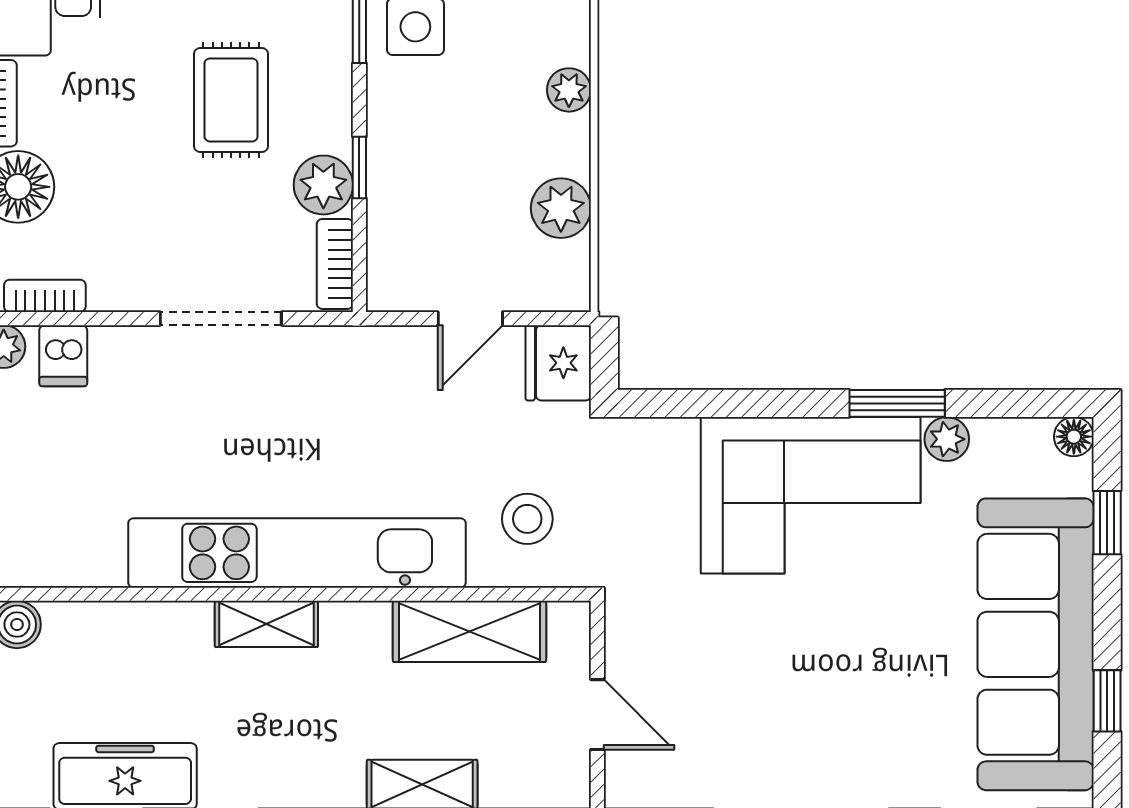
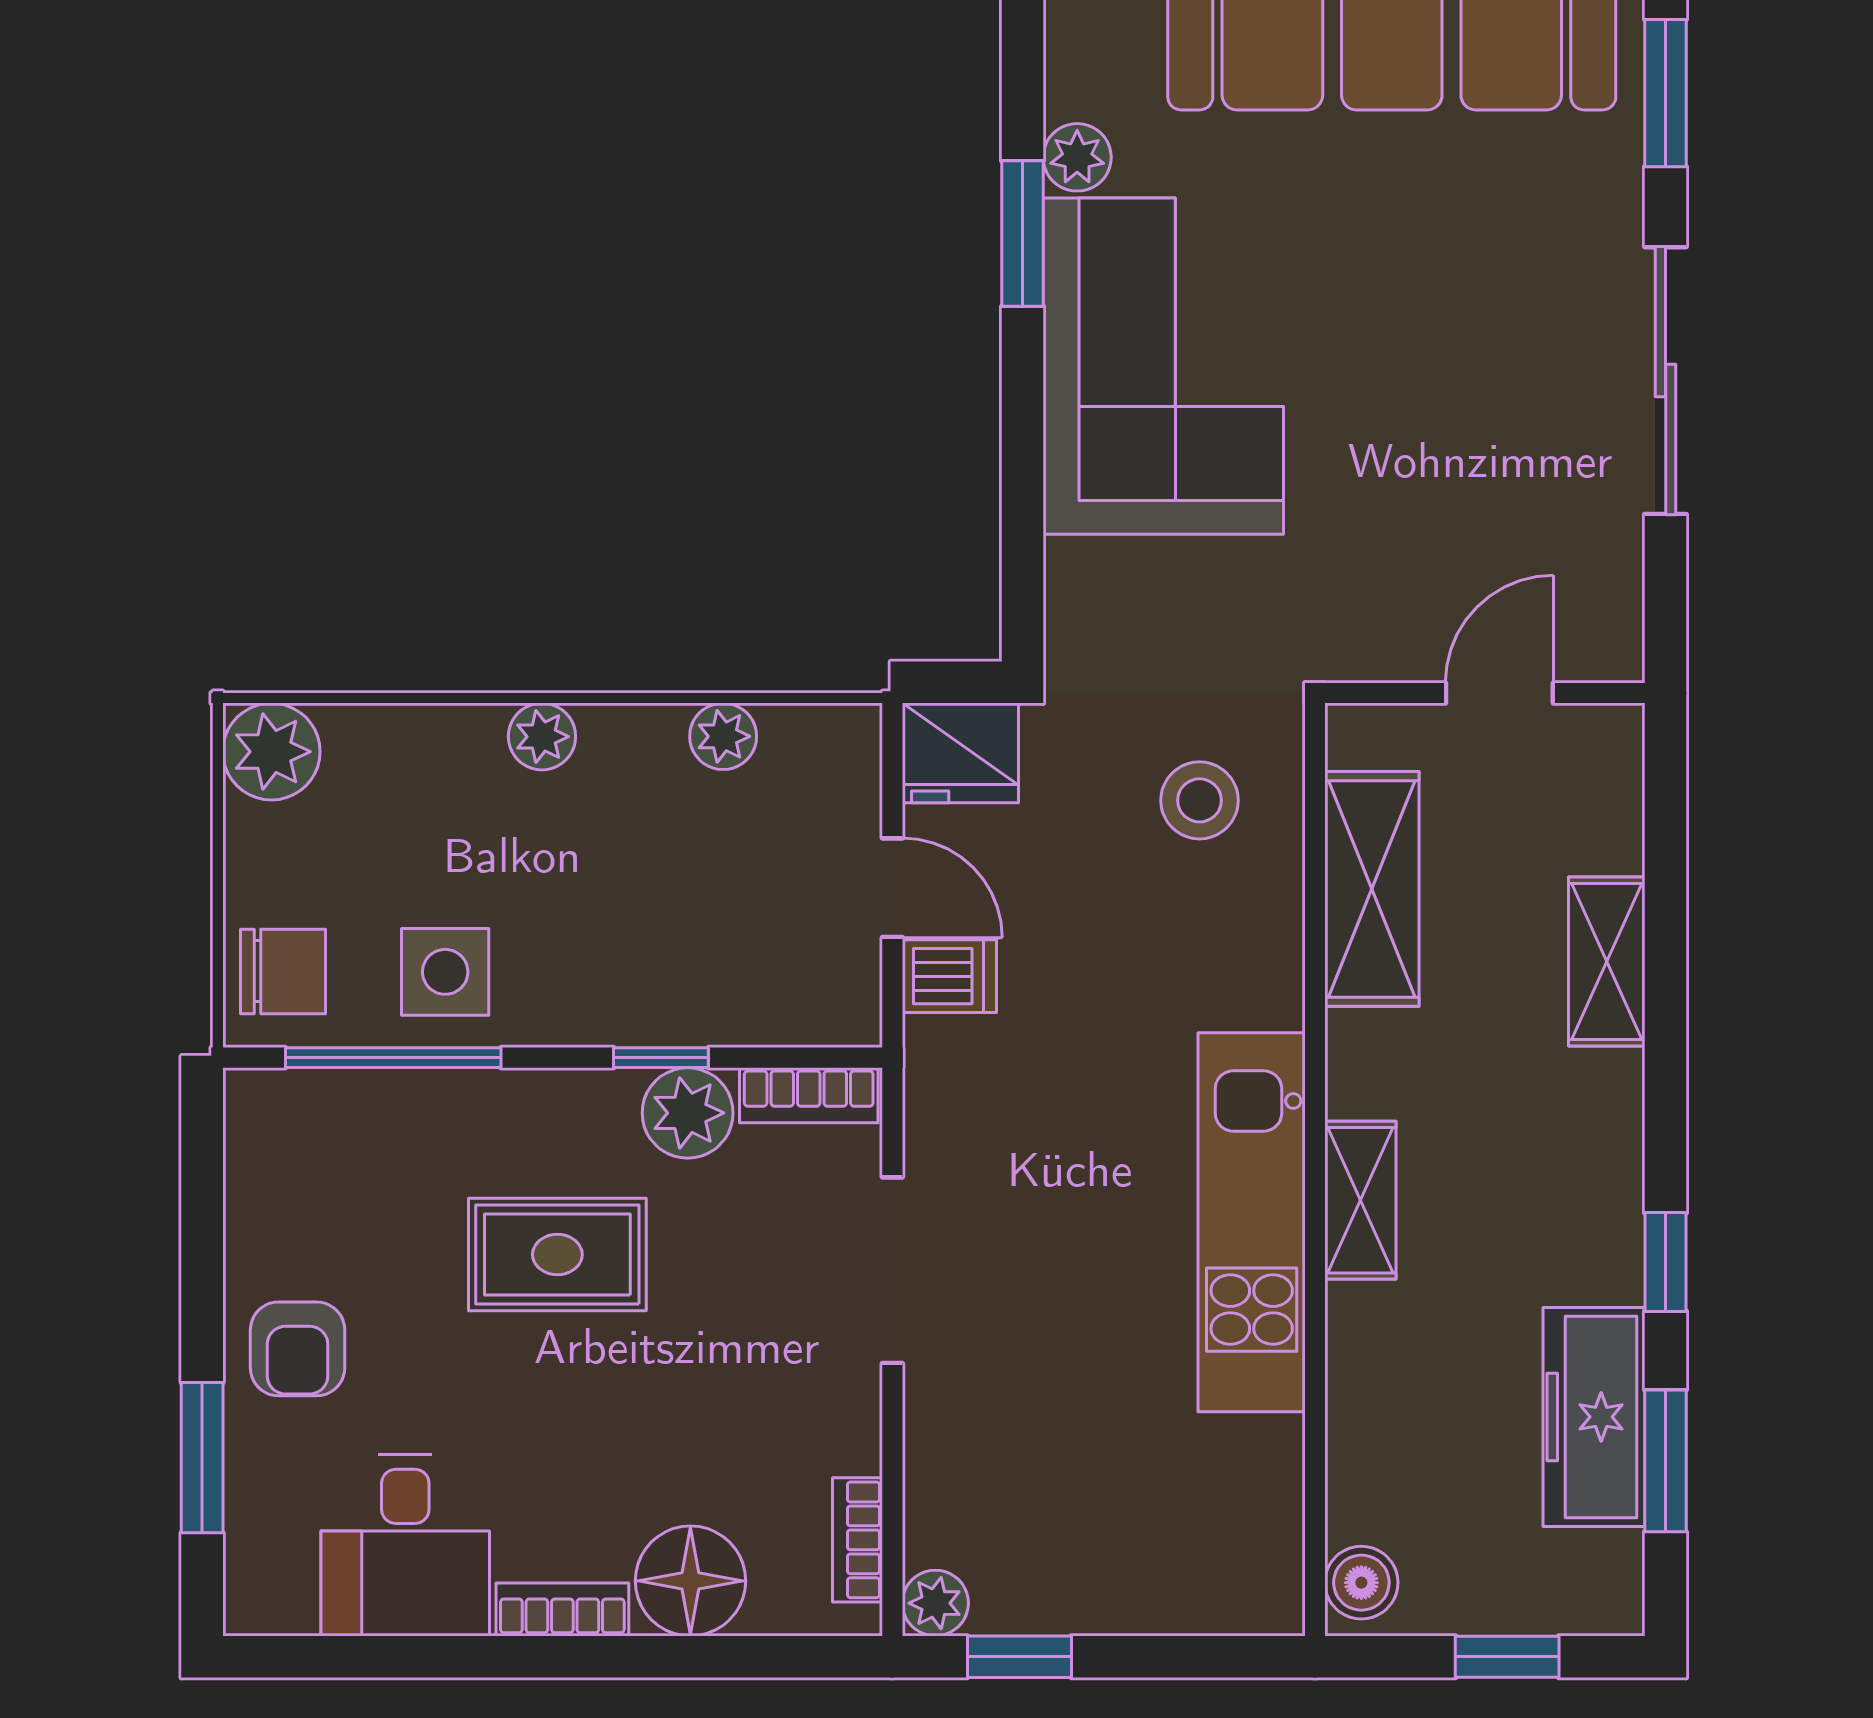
plant: (561, 208) -> (723, 736), width x0.73, depth x0.73
dishwasher: (63, 356) -> (949, 976), moved
kitchen unit: (297, 553) -> (1252, 1222), width x0.73

